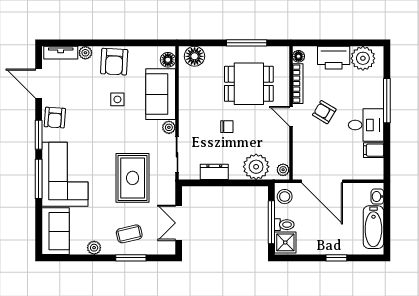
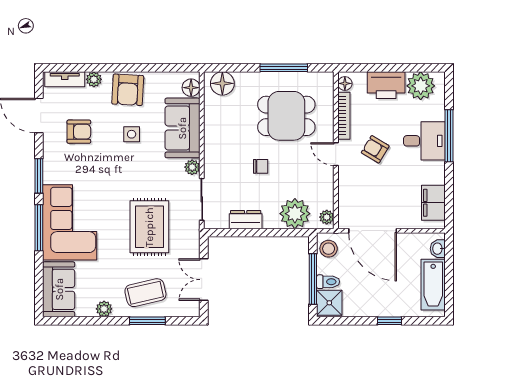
armchair: (55, 118) -> (79, 132), moved, turned -94
desk: (366, 125) -> (424, 141), moved
filing cabinet: (374, 150) -> (433, 203), width x2.00
coffee table: (129, 234) -> (145, 293), width x1.36, depth x1.30

